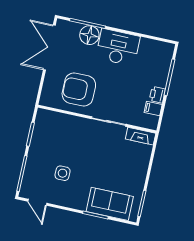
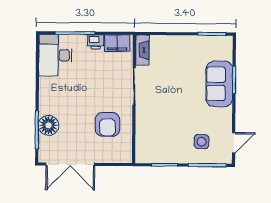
desk: (118, 47) -> (55, 55), moved
armchair: (79, 90) -> (107, 124), width x0.73, depth x0.73
filing cabinet: (153, 109) -> (117, 43), width x2.00
side table: (63, 173) -> (201, 142), moved
sofa: (110, 204) -> (219, 84), moved

